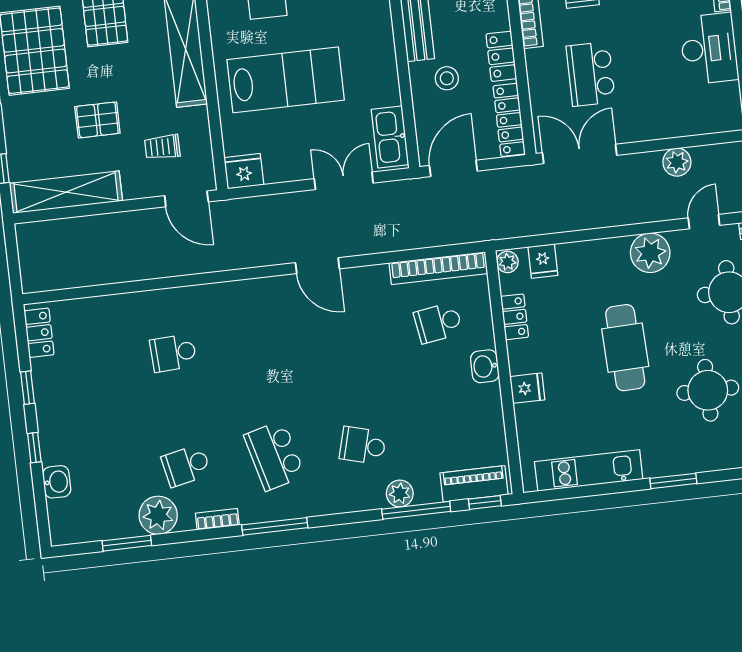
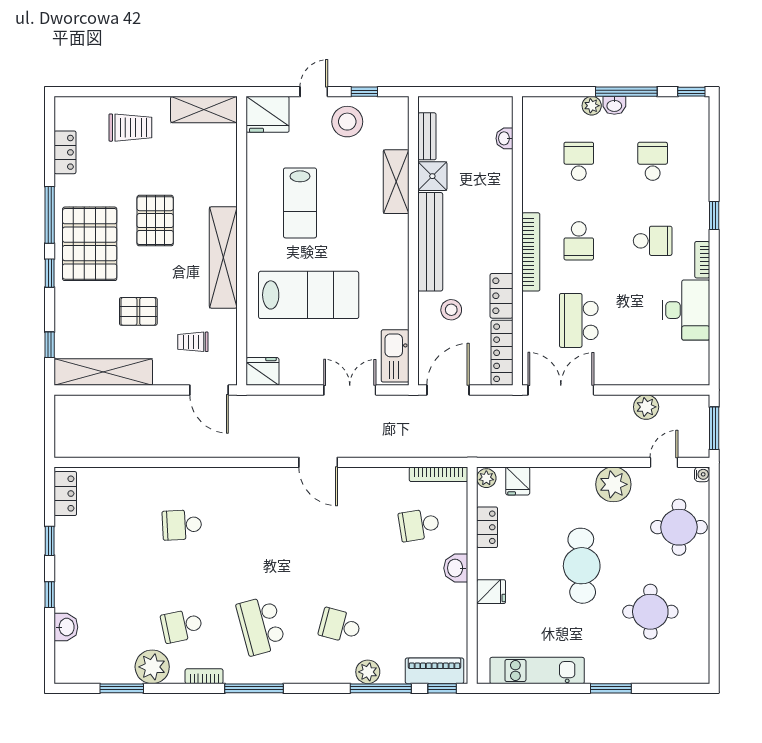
bookcase: (438, 268) -> (439, 474), width x0.68, depth x0.76

